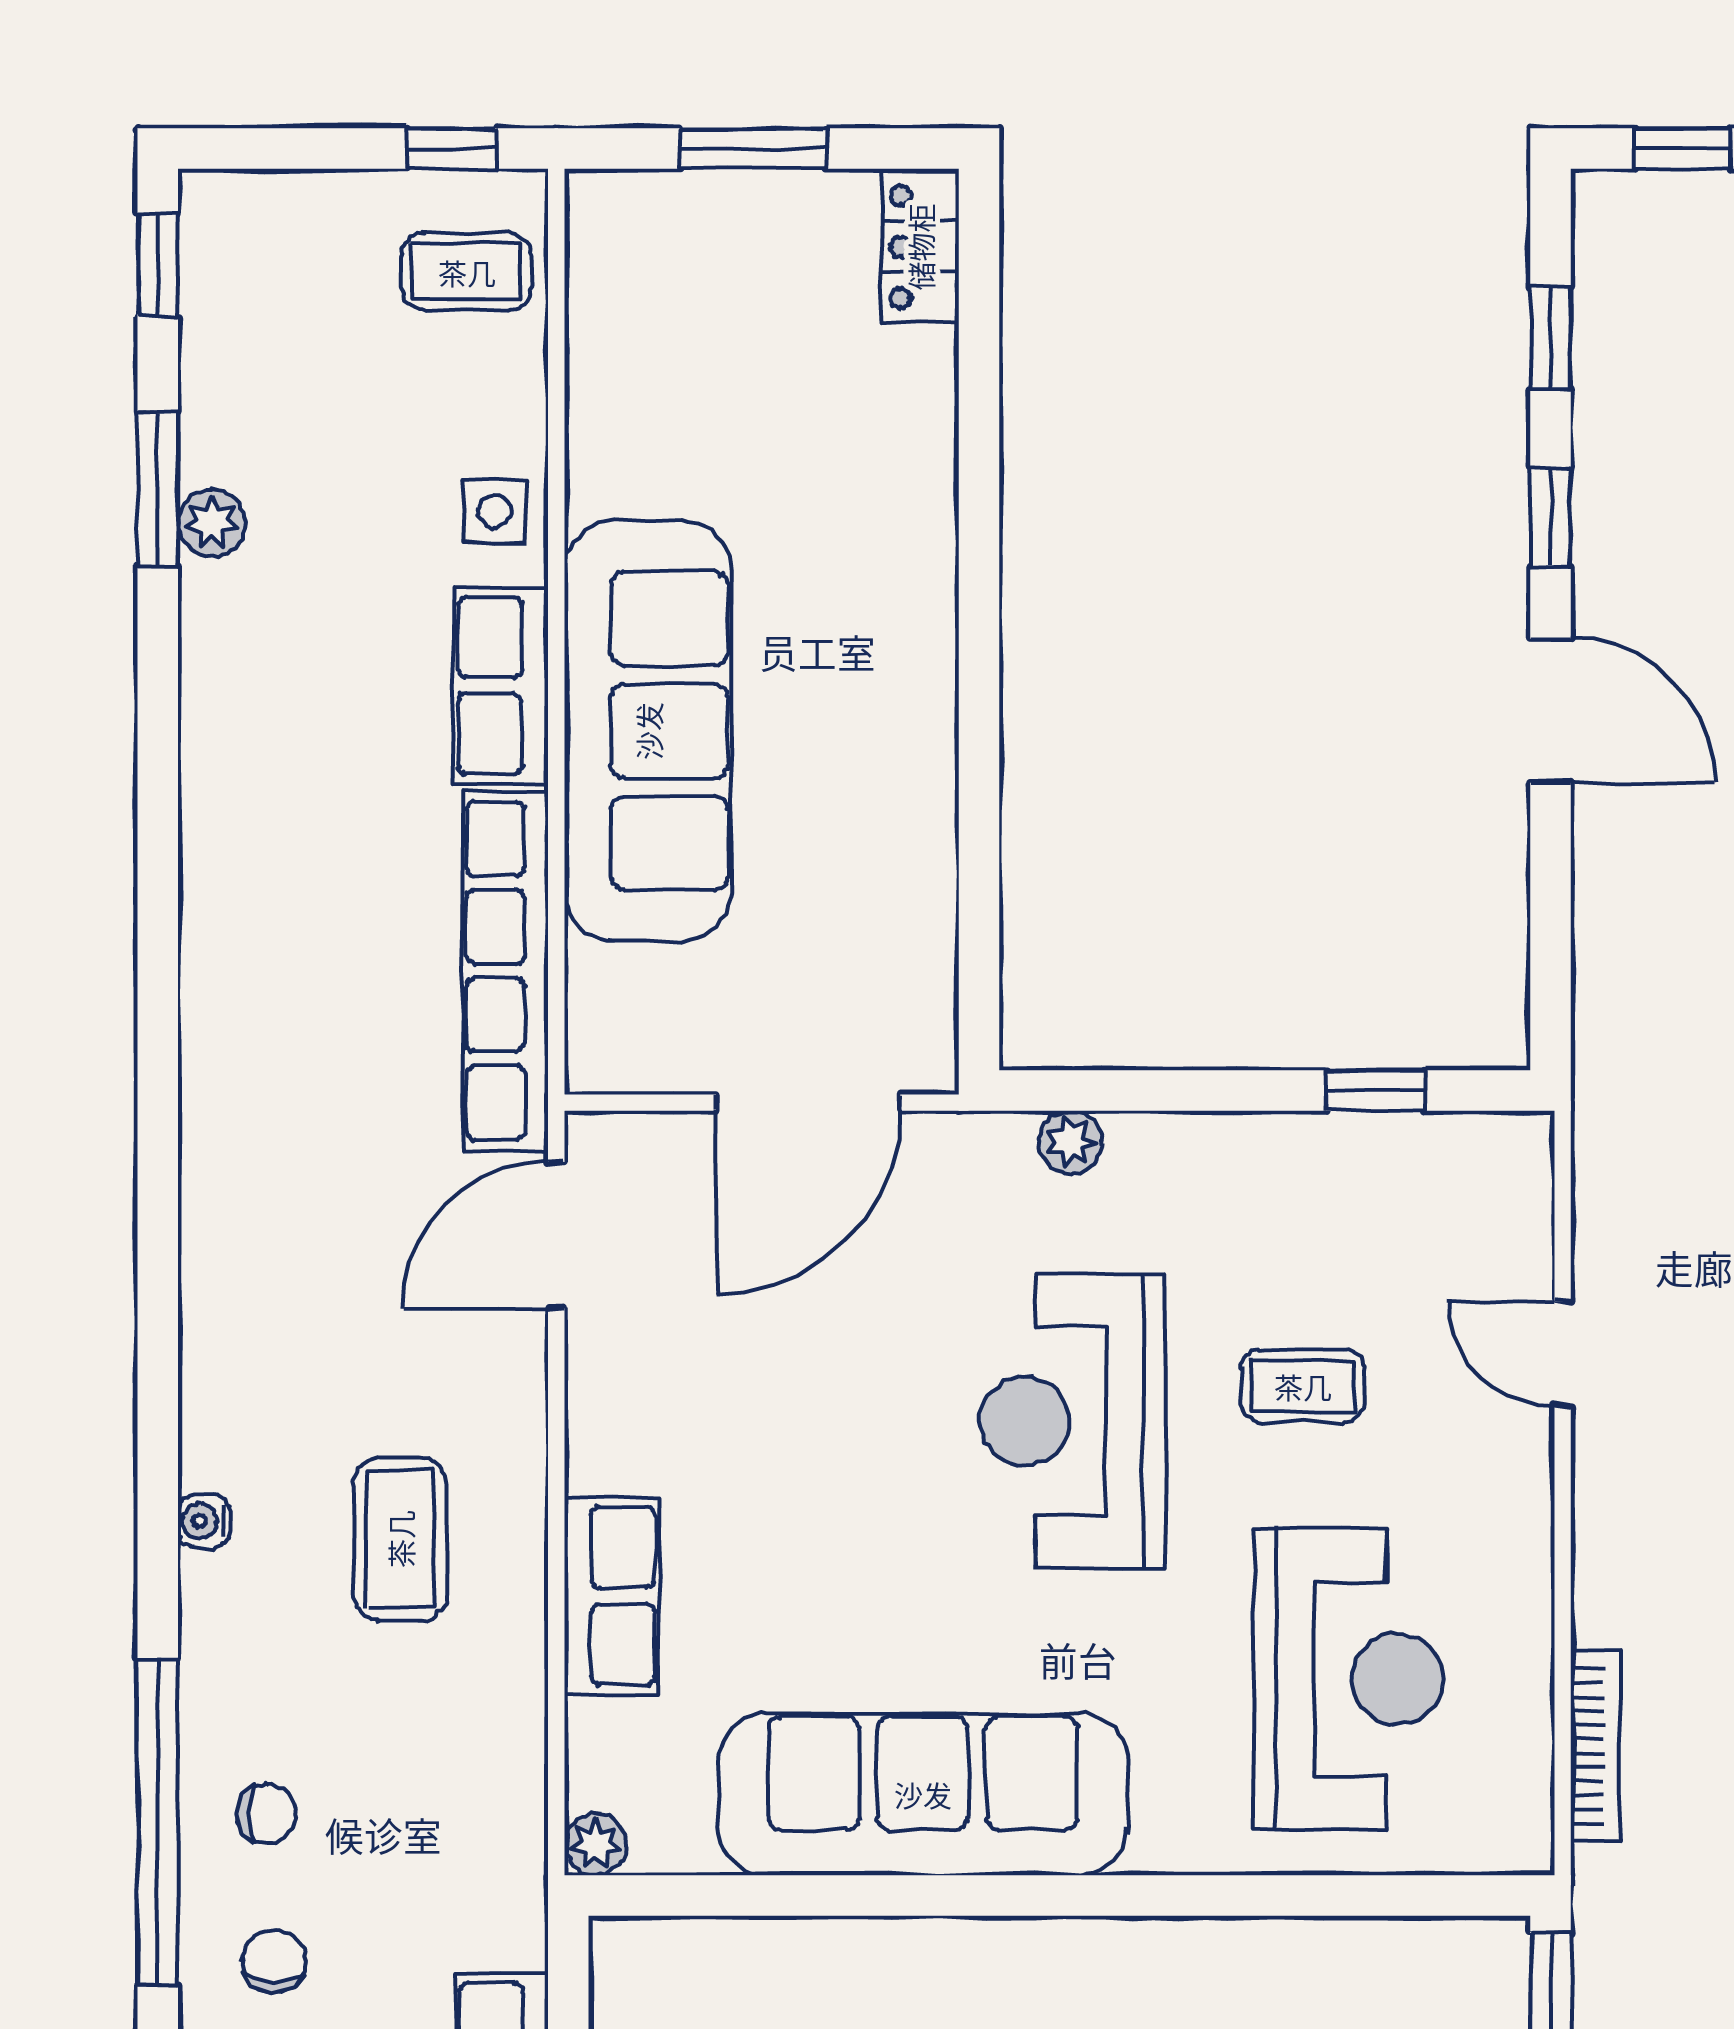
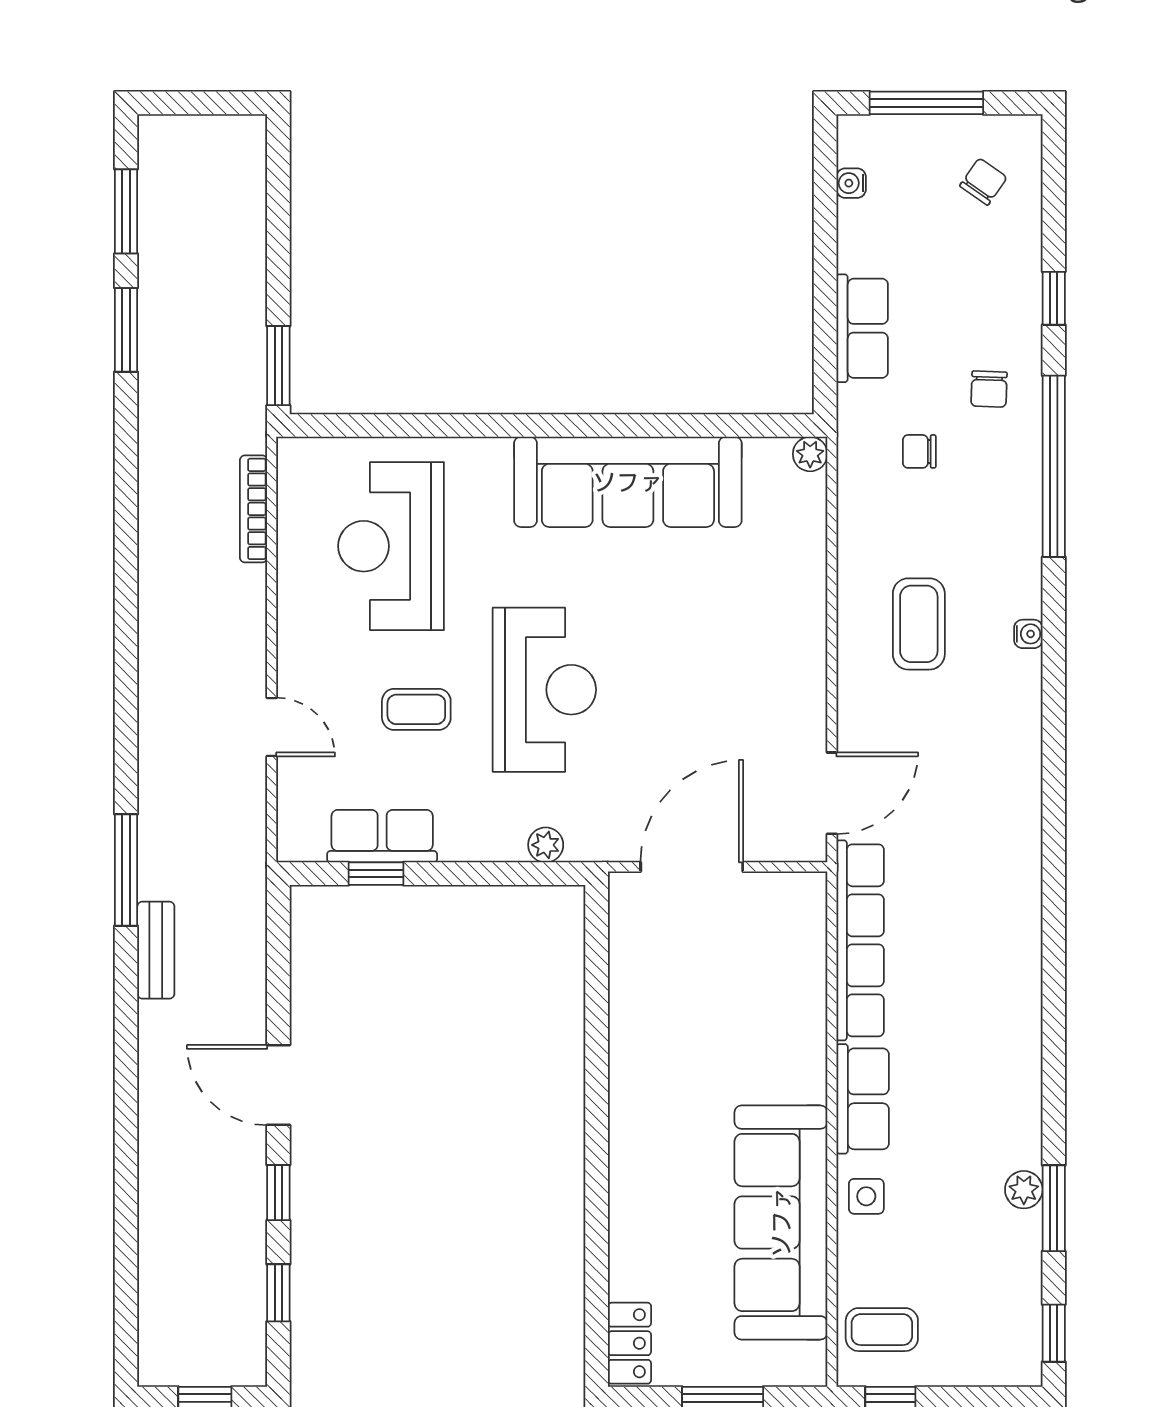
sofa: (648, 731) -> (781, 1222), moved
row of seats: (612, 1596) -> (382, 836), moved, turned 90
chair: (267, 1814) -> (919, 451), moved

